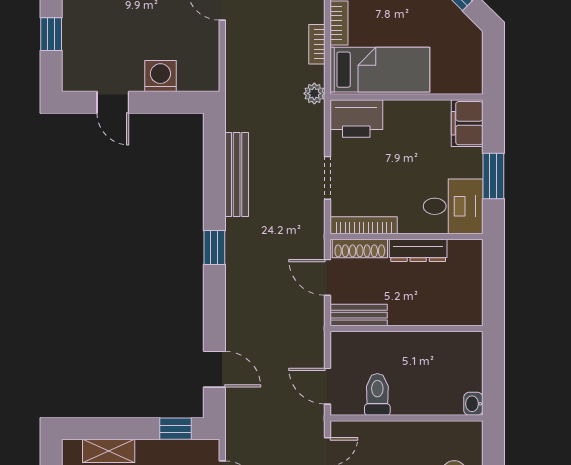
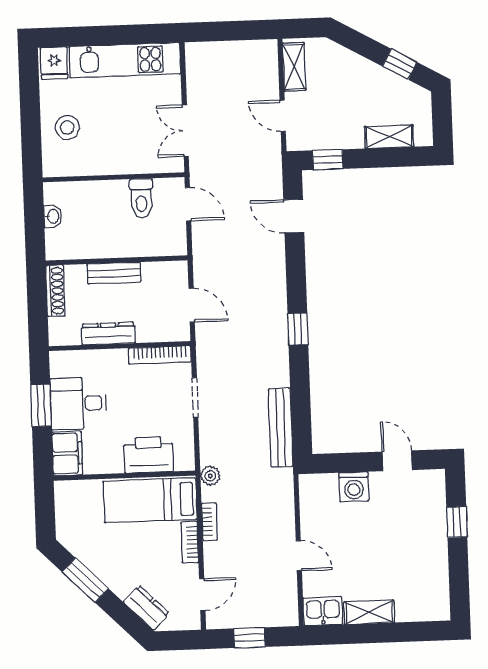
printer: (356, 118) -> (149, 455), moved
bench: (237, 174) -> (281, 428), moved
desk: (453, 206) -> (78, 403), moved
shoe rack: (360, 248) -> (55, 291), moved, turned 90
bench: (359, 315) -> (114, 273), moved
washbasin: (473, 404) -> (53, 216), moved

